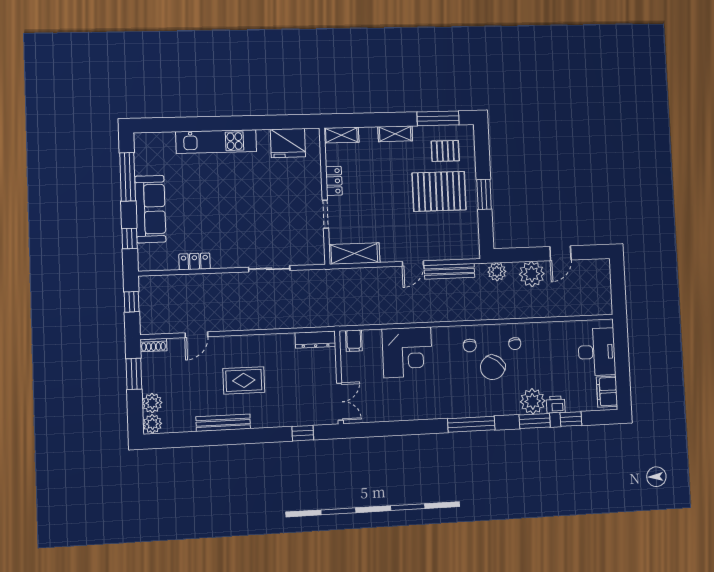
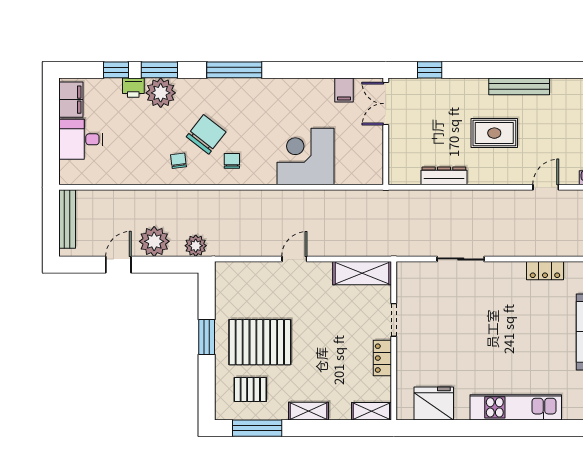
bench: (449, 271) -> (67, 219), moved, turned 90
dresser: (315, 340) -> (444, 176), moved
filing cabinet: (354, 341) -> (344, 90), moved, turned 180
desk: (597, 352) -> (81, 139), width x0.73

